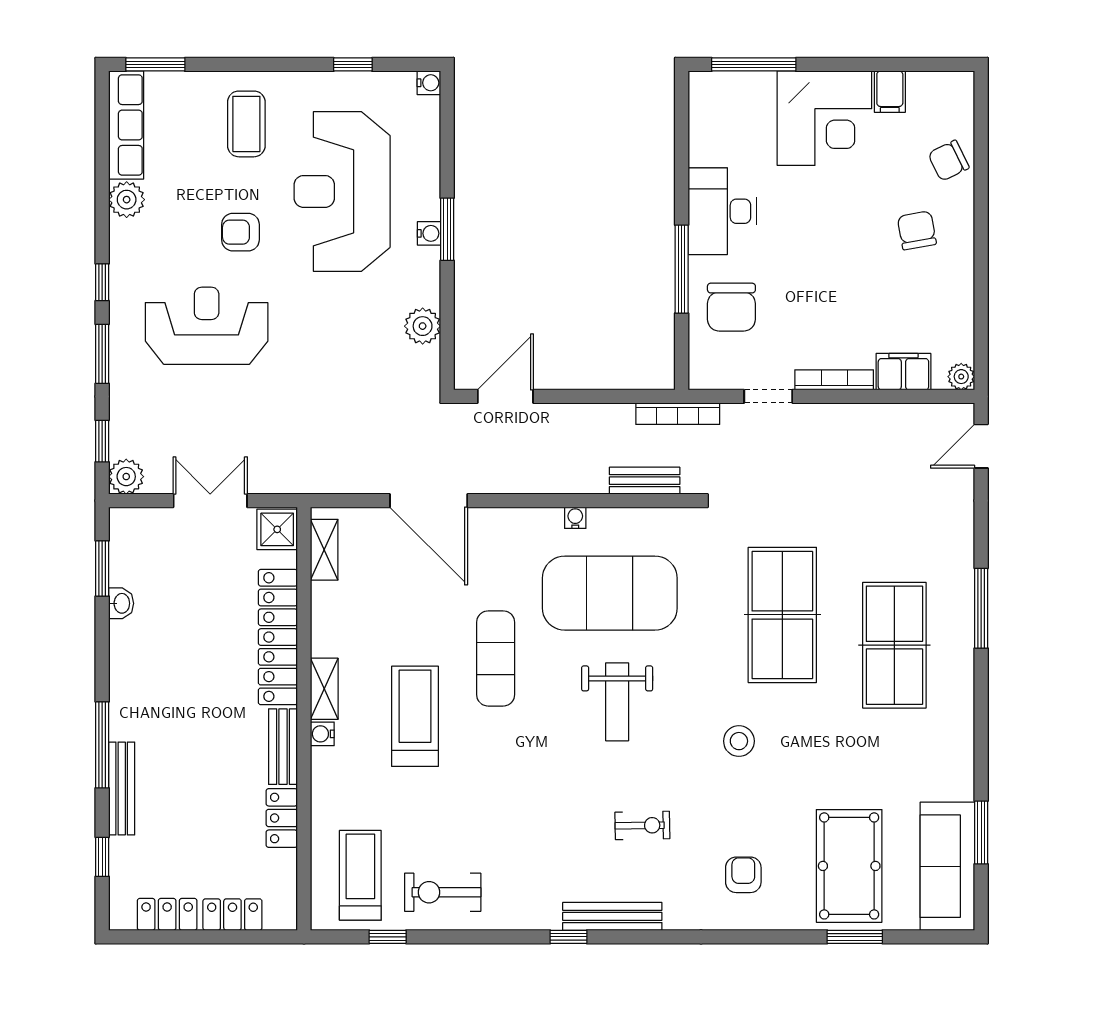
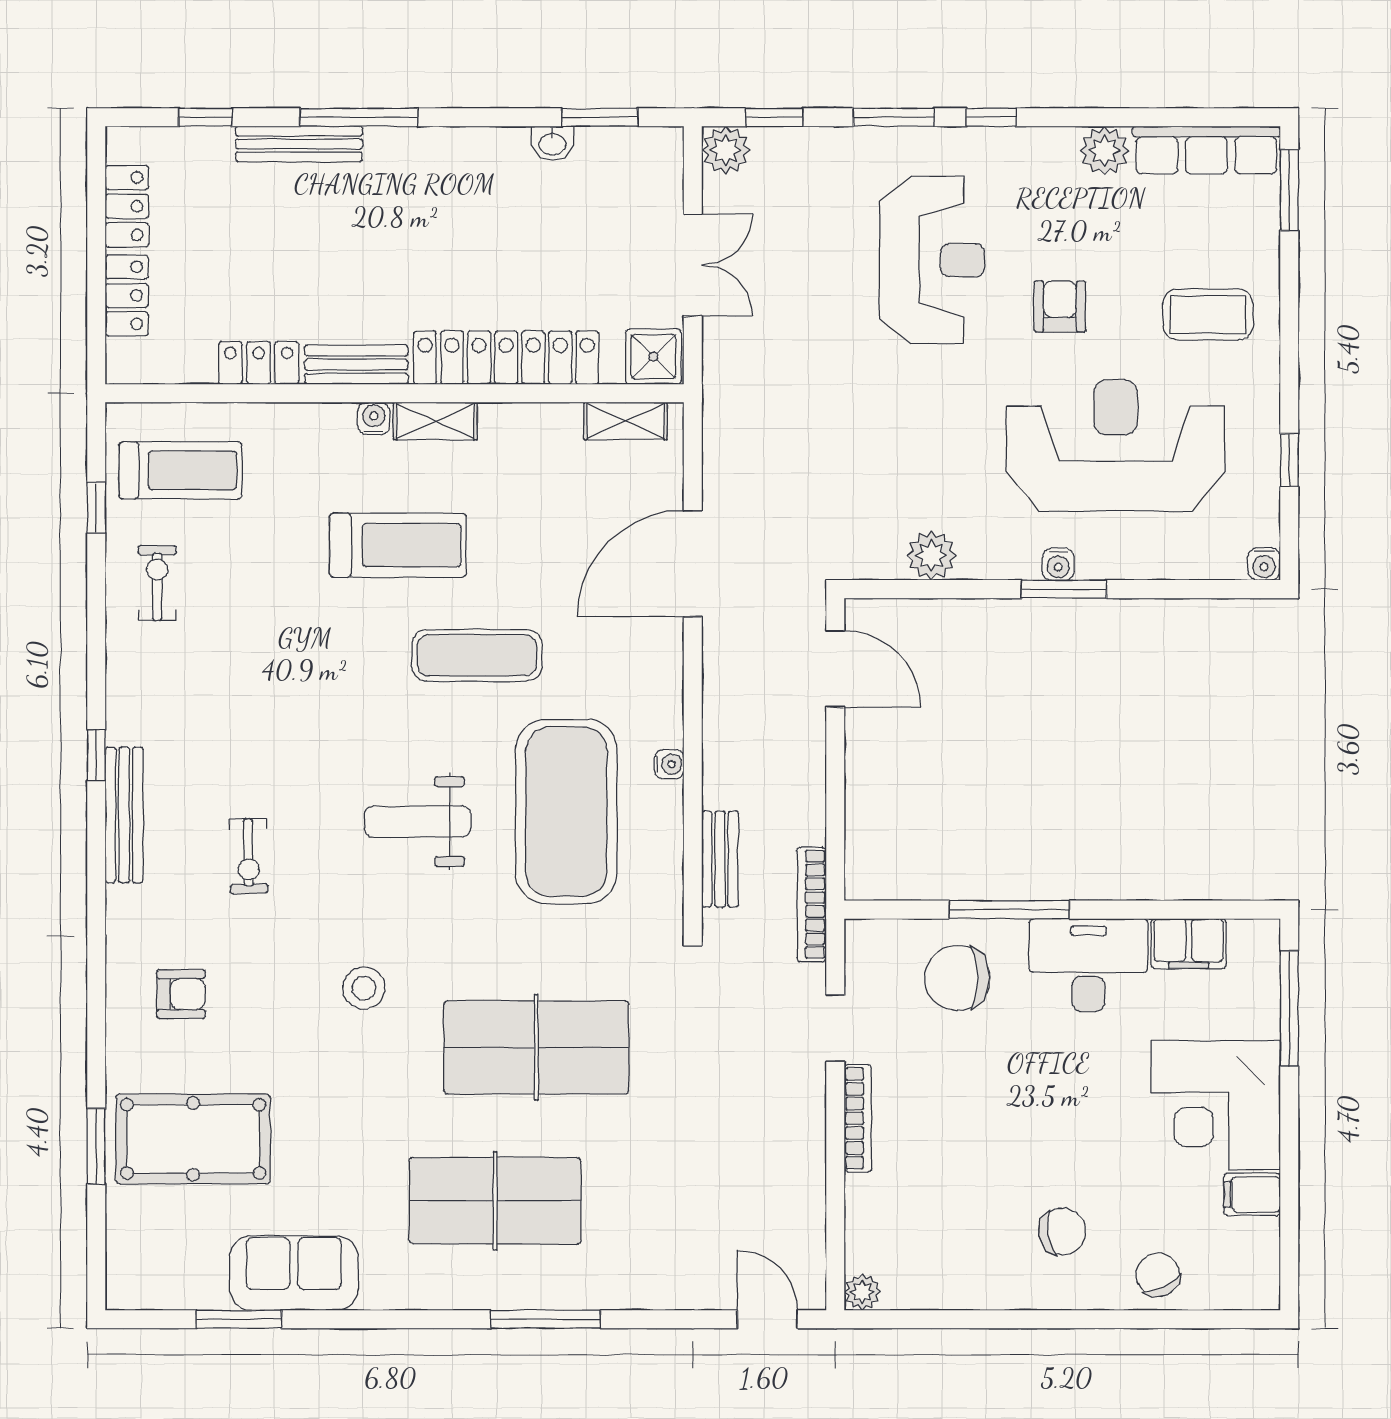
filing cabinet: (903, 372) -> (1189, 944), moved, turned 90
sofa: (947, 866) -> (294, 1273), moved, width x0.73
exercise bike: (443, 892) -> (157, 583), width x0.73, depth x0.72

